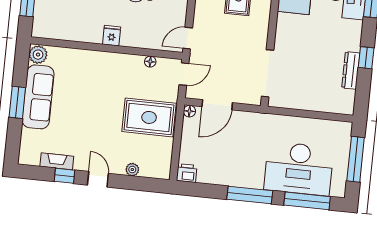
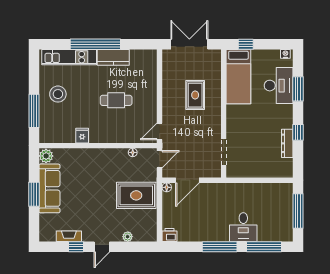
fridge: (112, 36) -> (82, 136), moved
doorway: (268, 73) -> (224, 152), width x0.73
desk: (299, 169) -> (243, 227), width x0.53, depth x0.77
door: (98, 179) -> (102, 247), swing flipped

